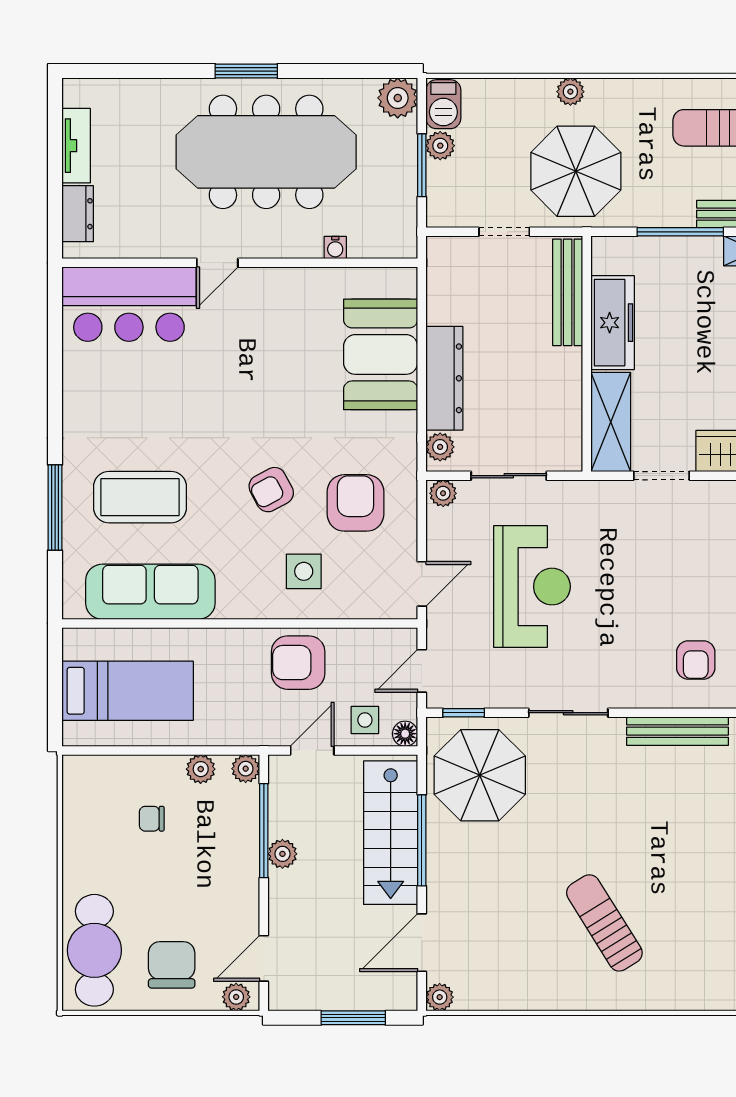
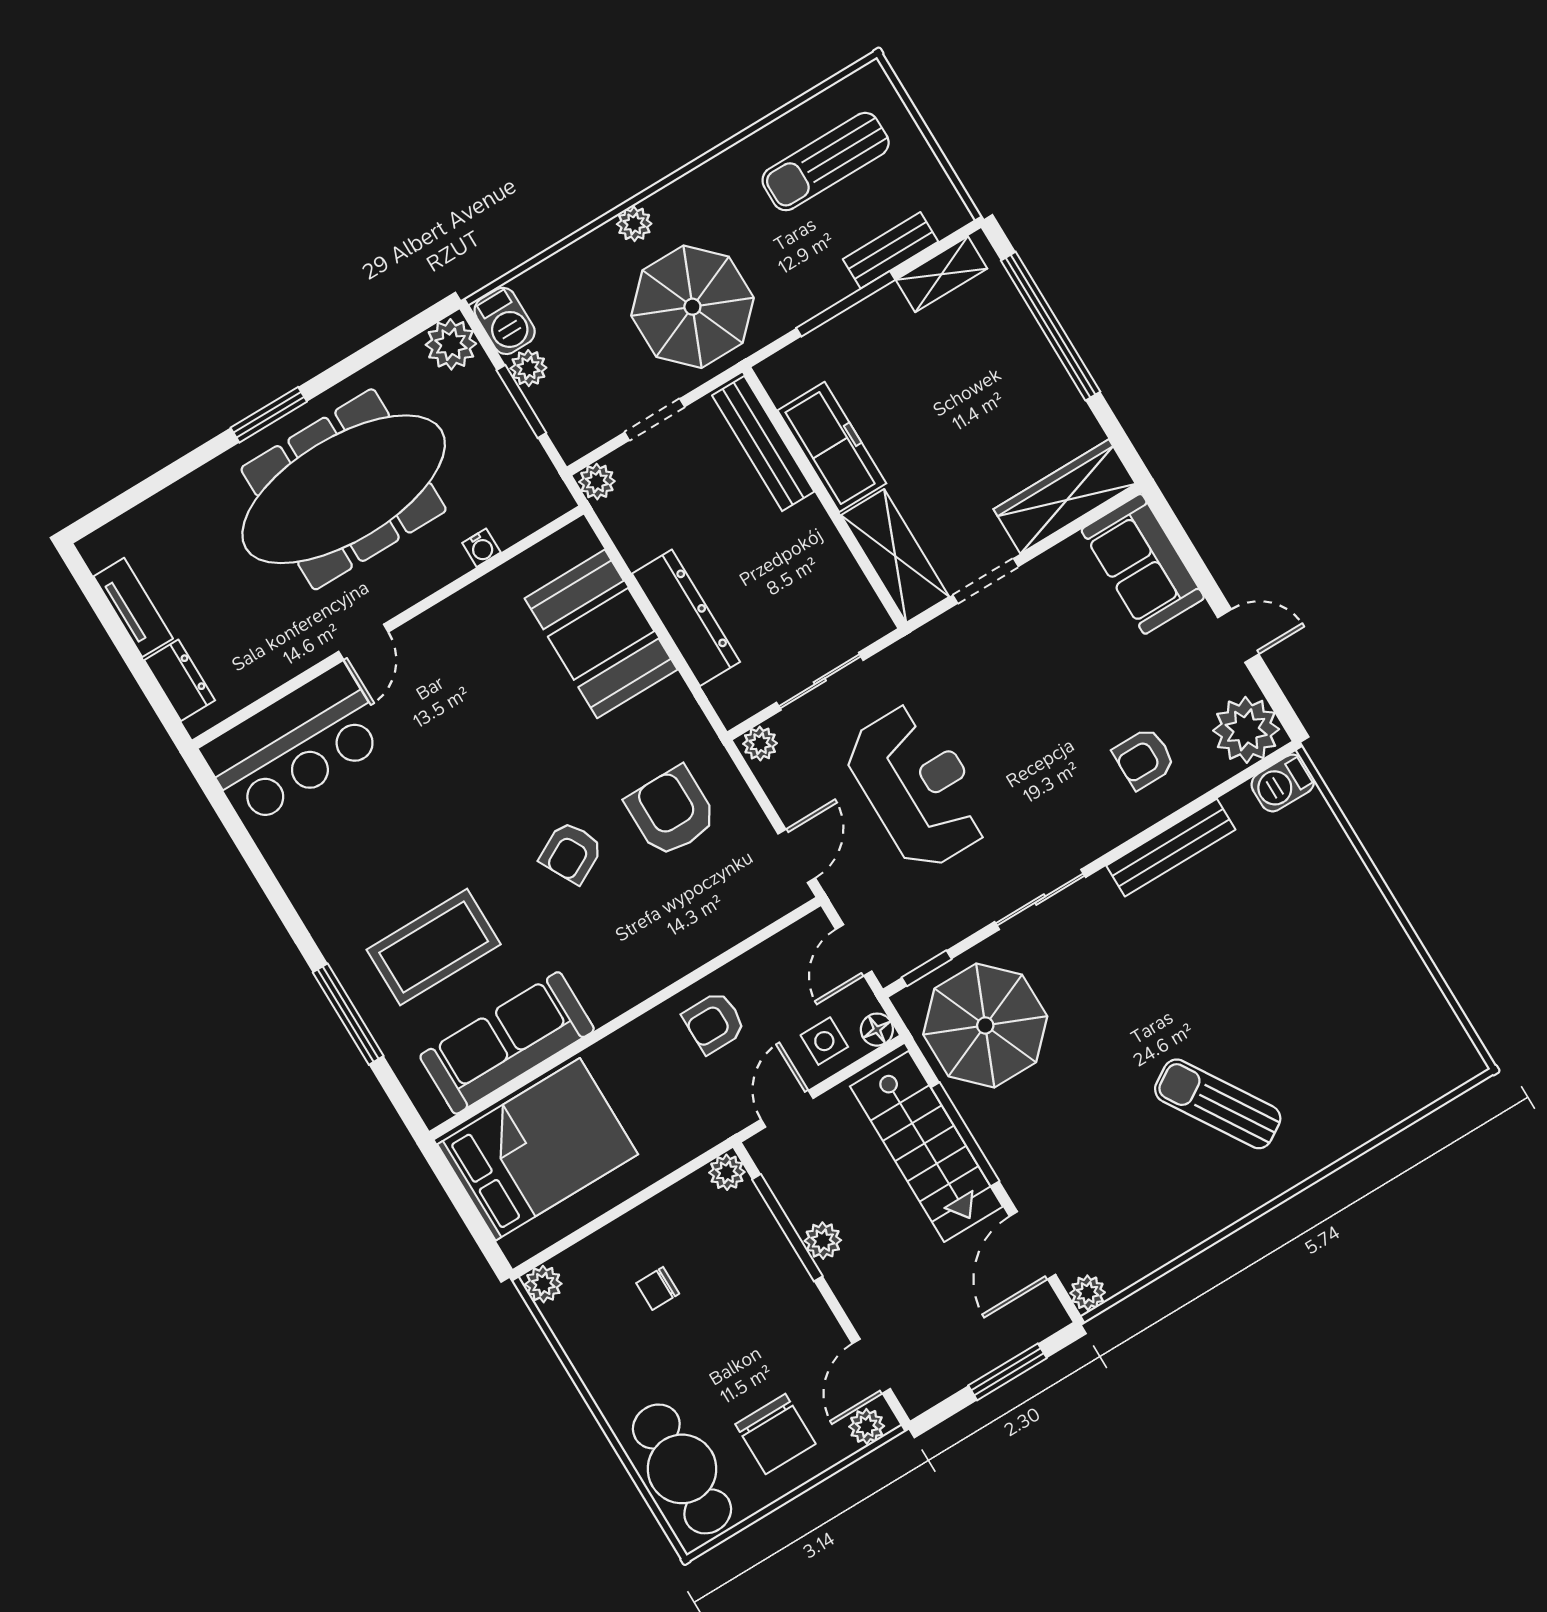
plant: (440, 447) -> (597, 482), moved
side table: (304, 571) -> (660, 920), removed
armchair: (696, 660) -> (1144, 758), turned 90
armchair: (298, 663) -> (714, 1023), width x0.72, depth x0.72
bed: (128, 691) -> (538, 1149), width x1.50
plant: (201, 769) -> (543, 1284), moved
chair: (172, 965) -> (775, 1434), turned 180

